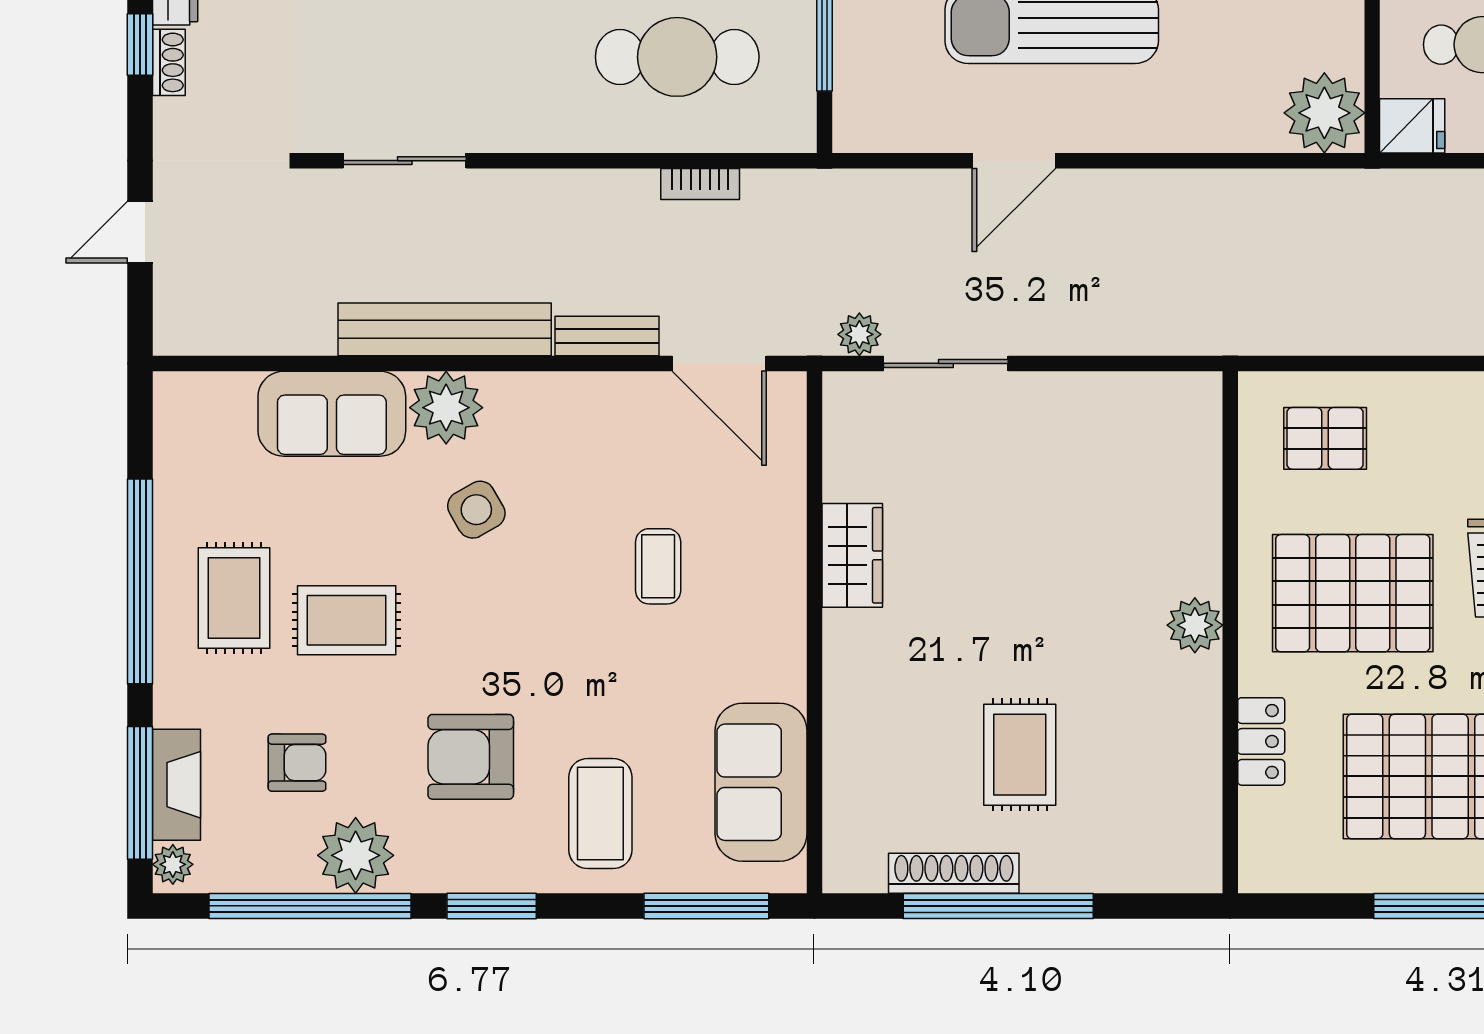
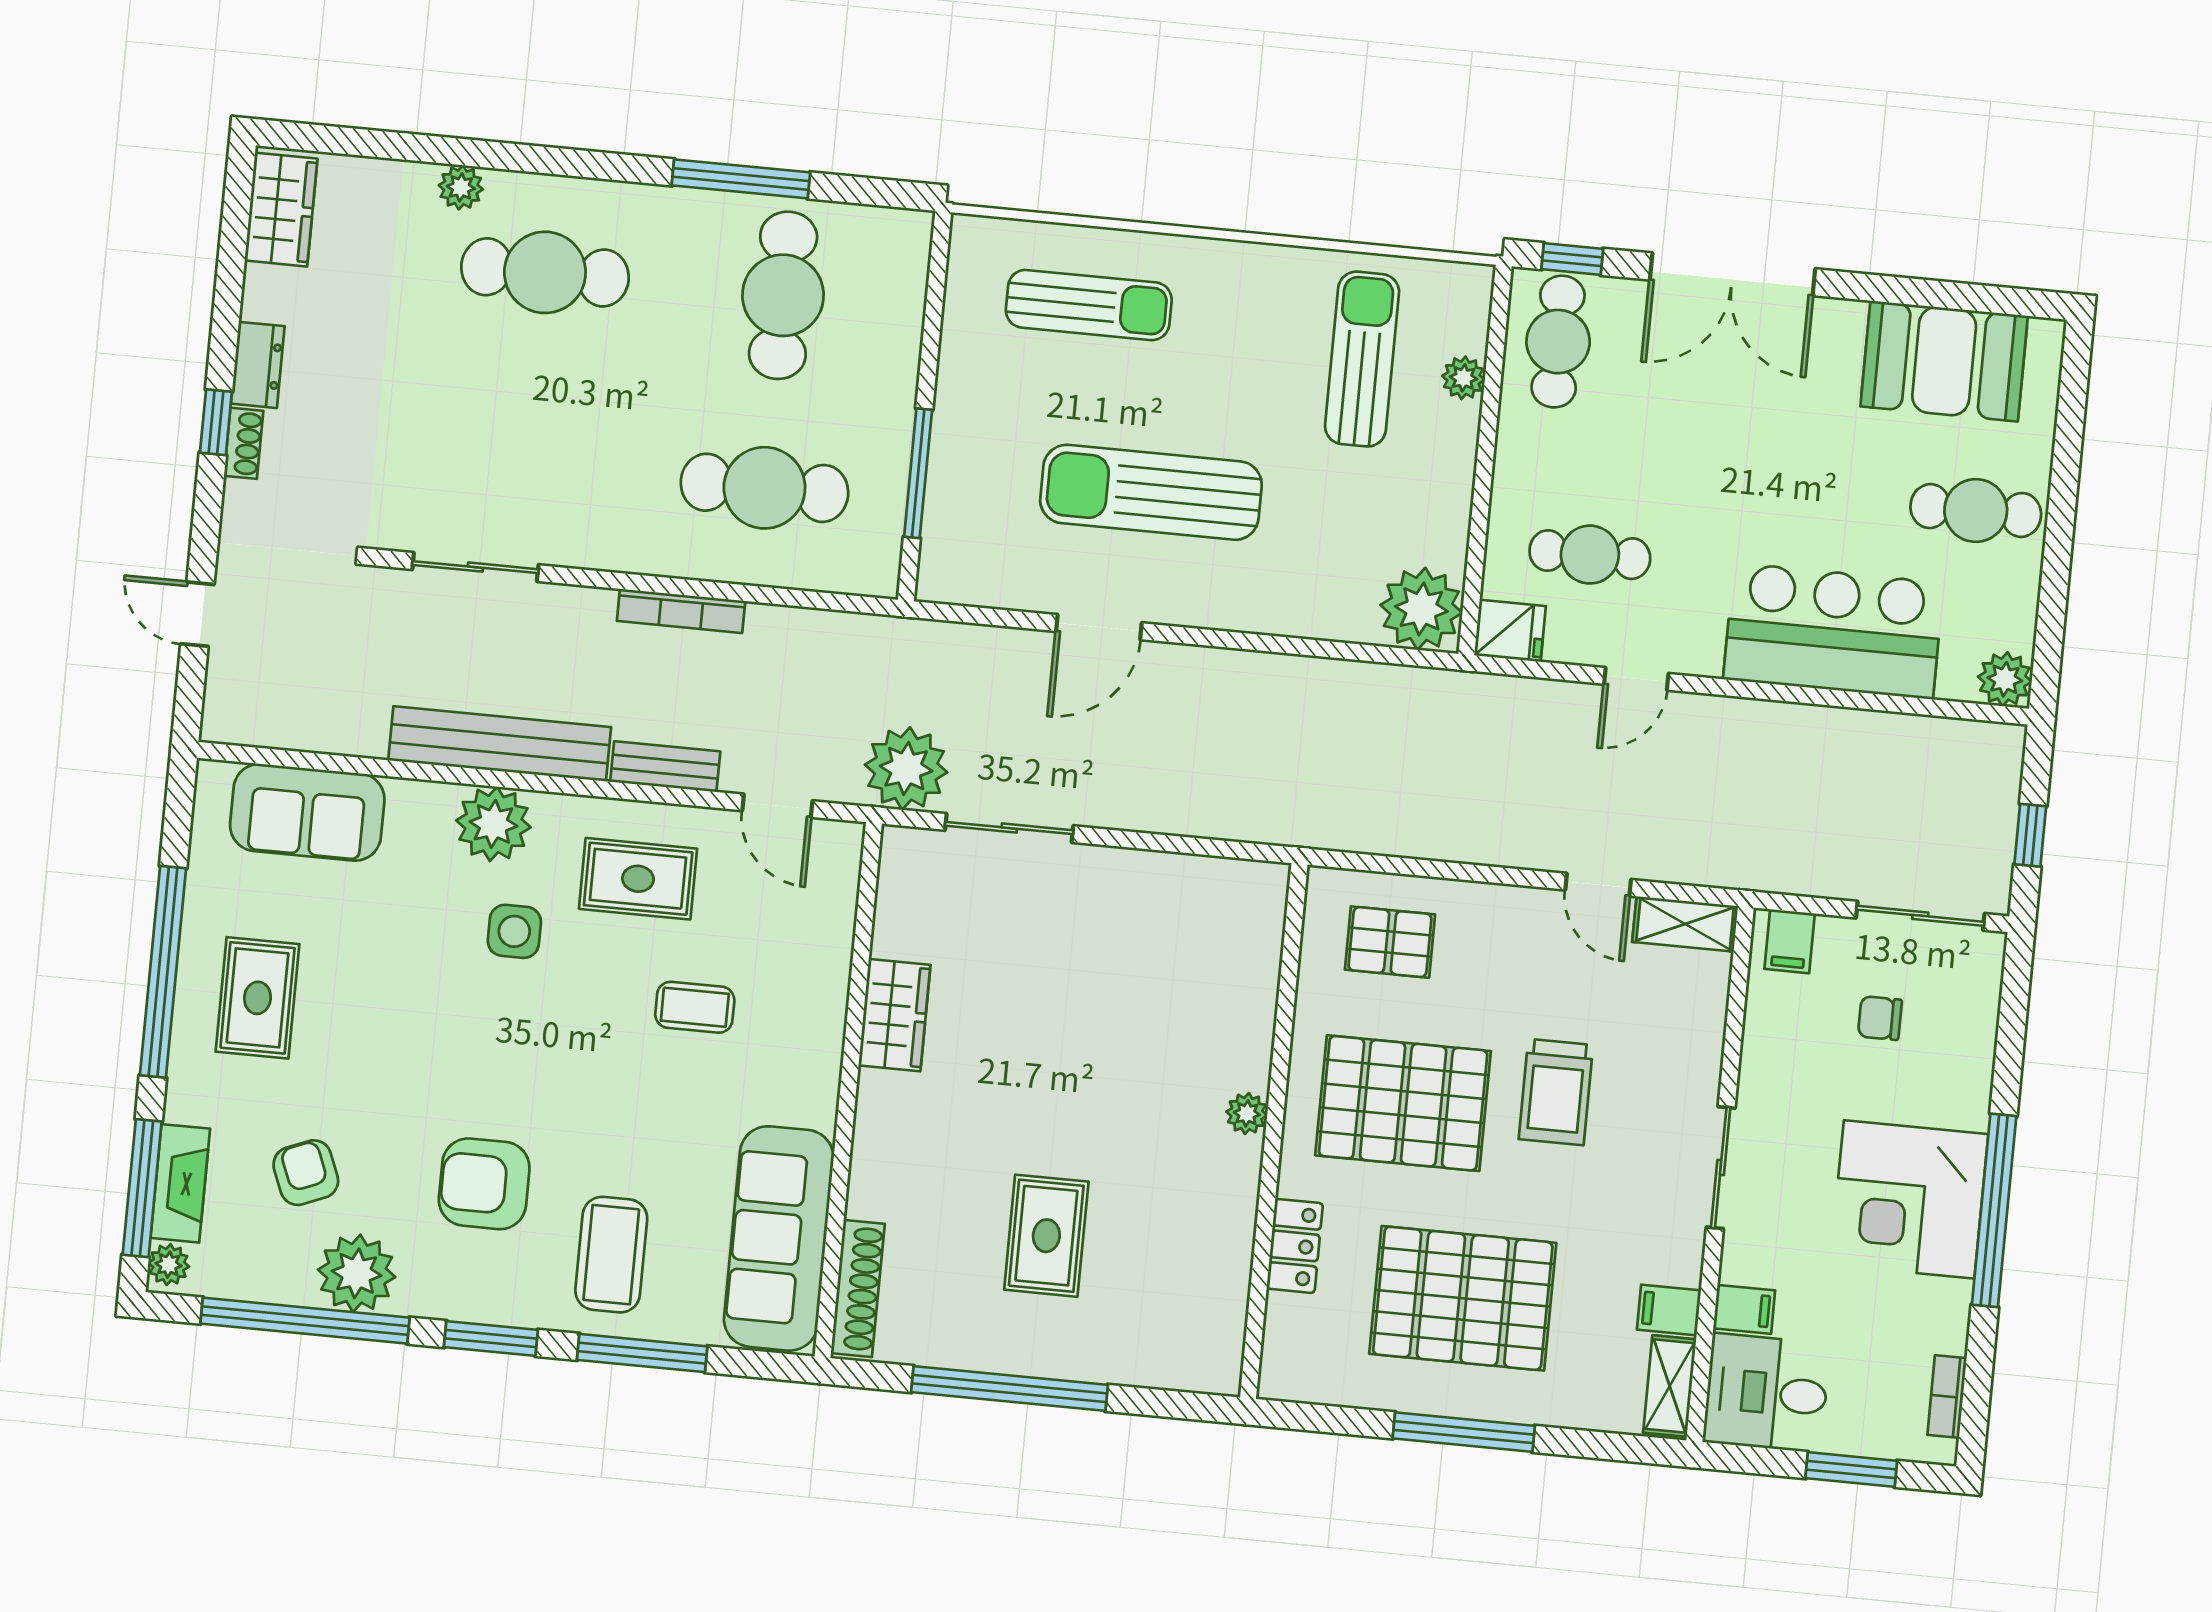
bookcase: (700, 184) -> (681, 611), moved, width x1.56
door: (140, 232) -> (197, 614), hinge flipped
plant: (859, 334) -> (906, 768), width x1.87, depth x1.87
door: (719, 363) -> (777, 806), width x0.73
sofa: (332, 414) -> (307, 812), moved
side table: (476, 510) -> (514, 931), turned 30
coffee table: (658, 566) -> (695, 1007), turned 90
rug: (347, 620) -> (638, 879), moved
plant: (1195, 625) -> (1247, 1114), width x0.73, depth x0.73
armchair: (297, 763) -> (306, 1173), turned -112
sofa: (761, 782) -> (779, 1238), width x1.36
shoe rack: (954, 873) -> (858, 1288), moved, turned 90
window: (706, 906) -> (642, 1353), moved

